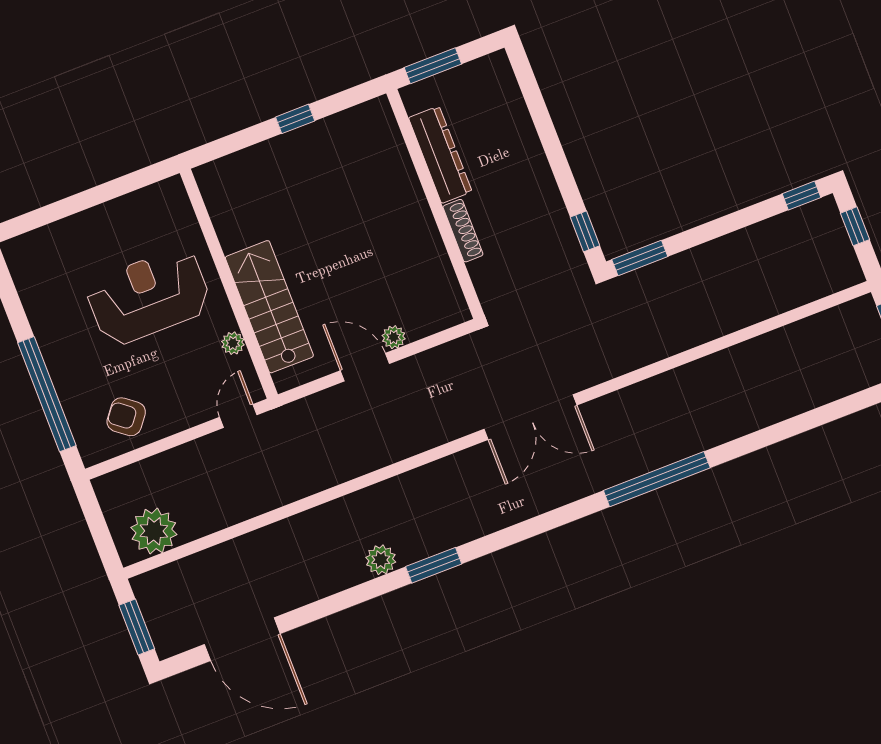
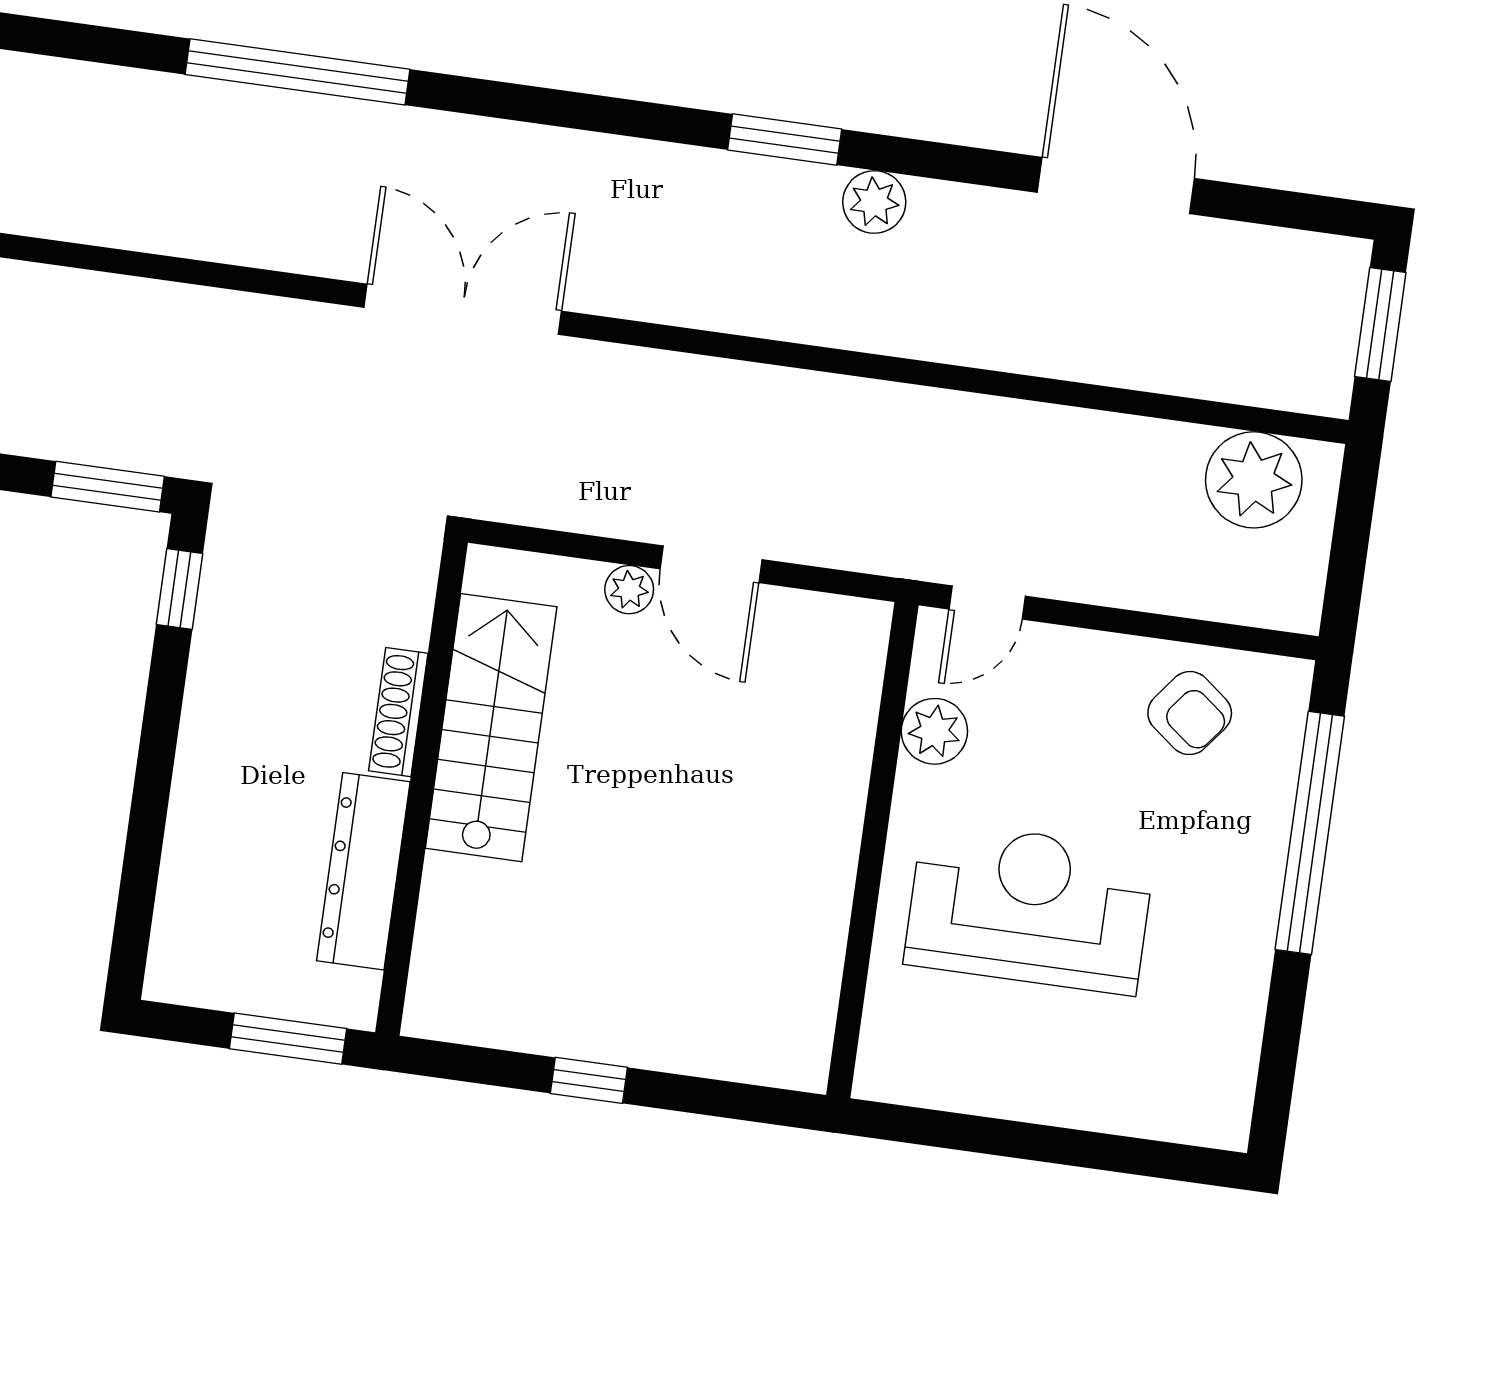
reception desk: (149, 296) -> (1029, 907), turned 180
stairs: (269, 307) -> (491, 728), moved, turned 180
plant: (233, 343) -> (934, 731), width x1.38, depth x1.38
door: (242, 639) -> (1116, 185), moved

